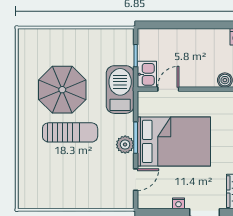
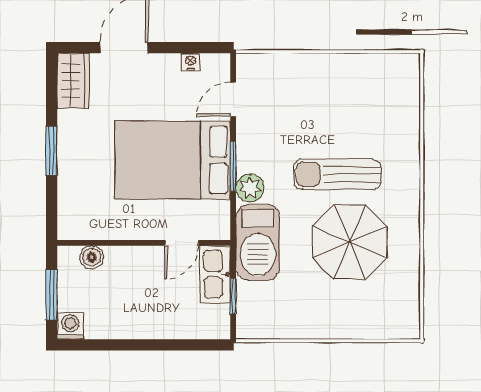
kitchen sink: (147, 74) -> (215, 274), width x1.38
plant: (125, 145) -> (250, 188), moved
nightstand: (179, 203) -> (191, 62), moved

